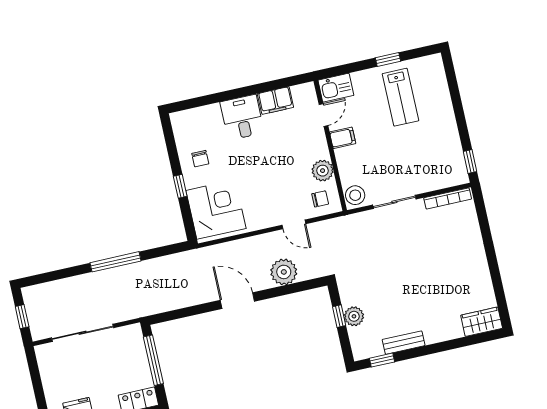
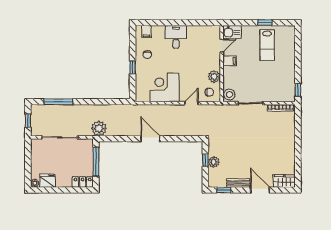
filing cabinet: (275, 100) -> (146, 32), moved, width x0.50
corner desk: (216, 209) -> (165, 87), moved, turned -90
door: (294, 224) -> (191, 103), swing flipped
window: (116, 262) -> (59, 102), moved
plant: (284, 272) -> (99, 128), moved
door: (444, 346) -> (260, 190), added

